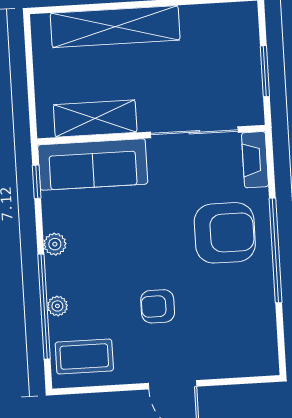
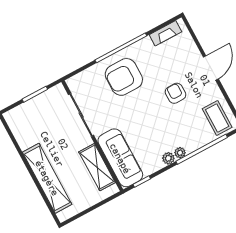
fireplace: (255, 160) -> (165, 33), moved
armchair: (225, 233) -> (124, 77), turned -90
plant: (57, 306) -> (180, 153), moved
armchair: (158, 306) -> (175, 93), turned 180

